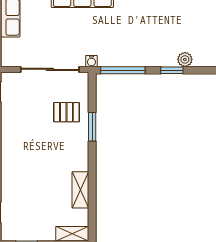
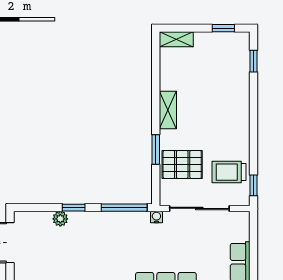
trolley: (21, 105) -> (229, 172), added
pallet: (66, 112) -> (182, 164), width x1.50, depth x1.42
shelving: (80, 190) -> (168, 110), moved

